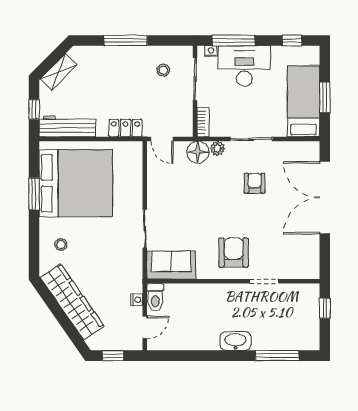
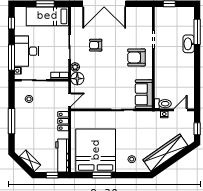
door: (145, 327) -> (181, 110), hinge flipped
washbasin: (236, 341) -> (189, 44), moved

